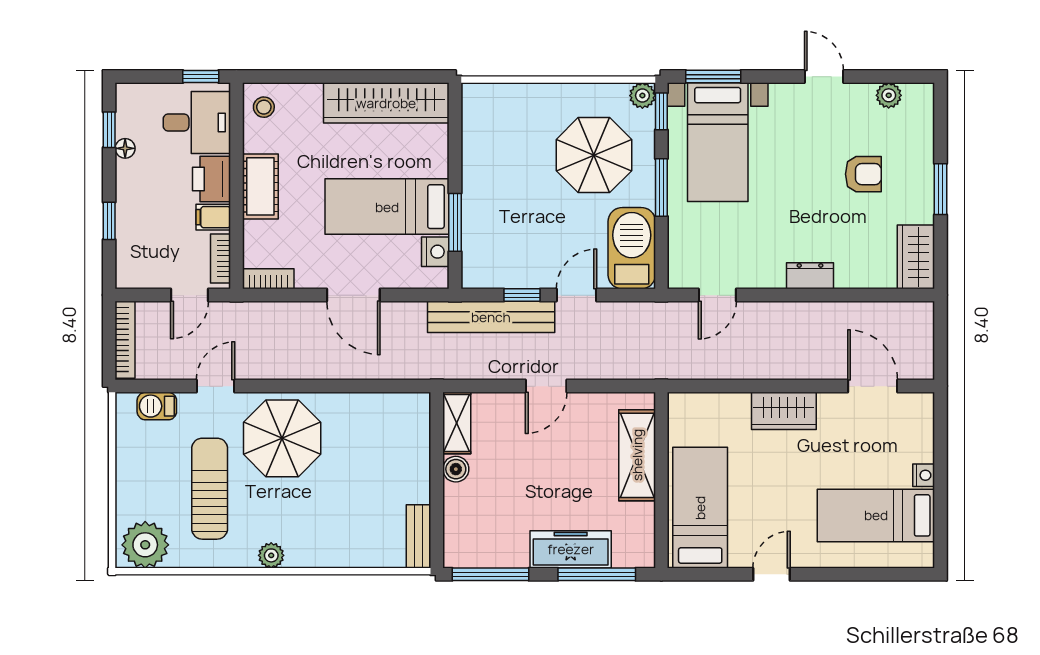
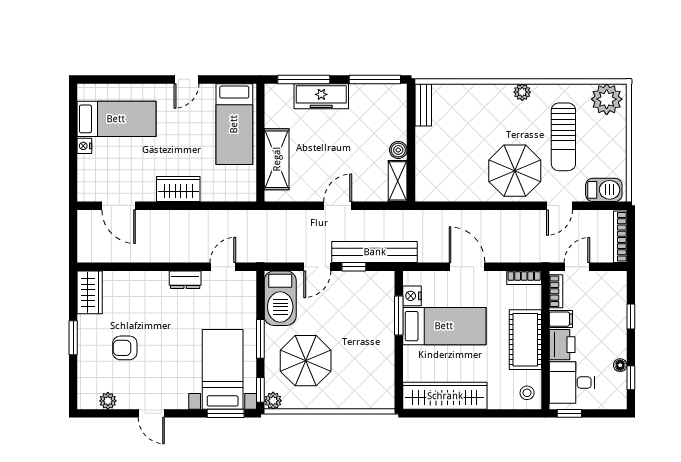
cot: (260, 186) -> (525, 340), width x1.37, depth x1.34
dresser: (810, 276) -> (185, 280), moved
barbecue: (157, 406) -> (604, 190), width x1.38, depth x1.27

